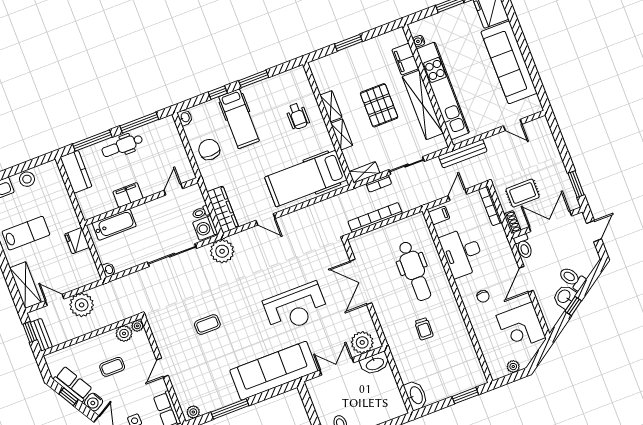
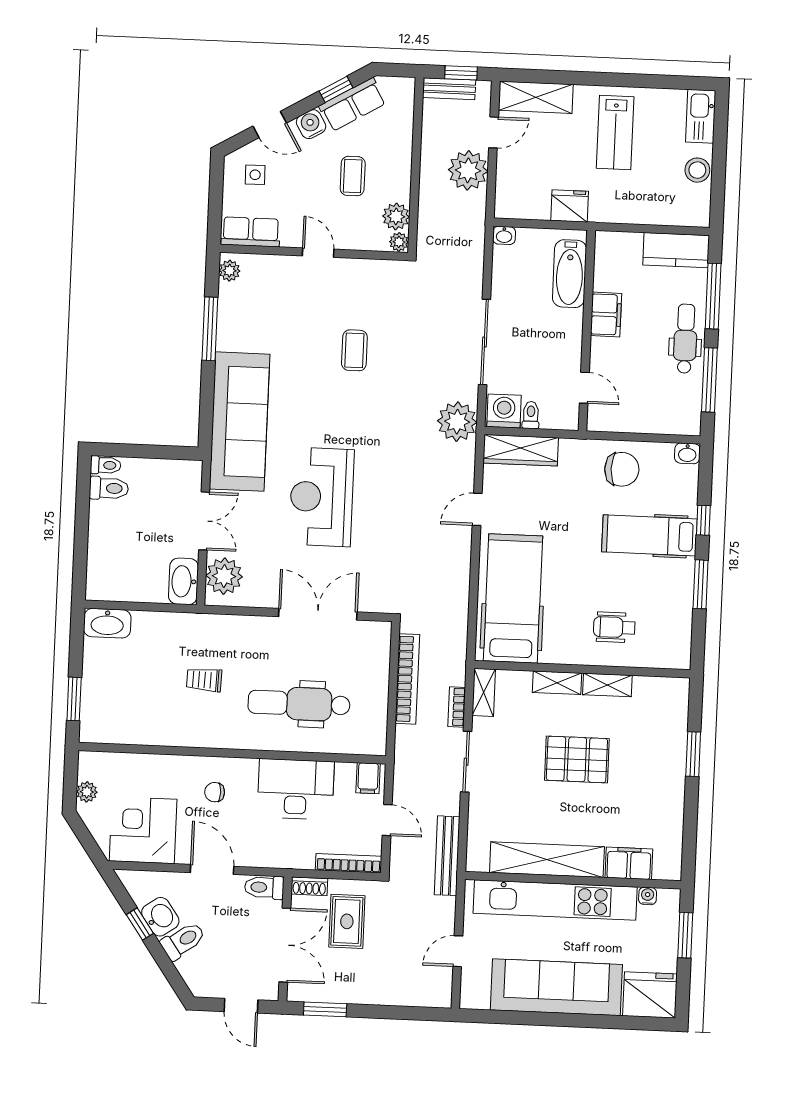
water cooler: (419, 41) -> (648, 896), moved
filing cabinet: (405, 59) -> (629, 863), moved
wall: (428, 86) -> (573, 880), moved
kitchen unit: (443, 91) -> (555, 900), moved
shelving: (423, 105) -> (547, 860), moved

